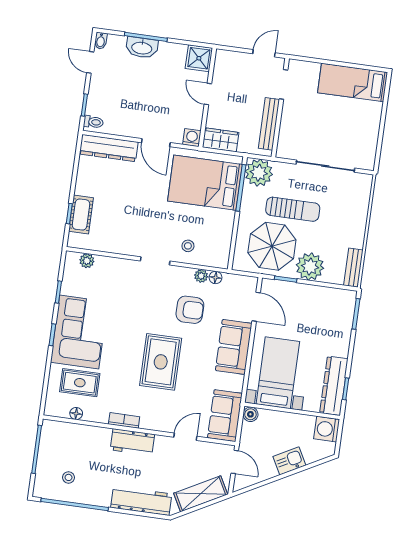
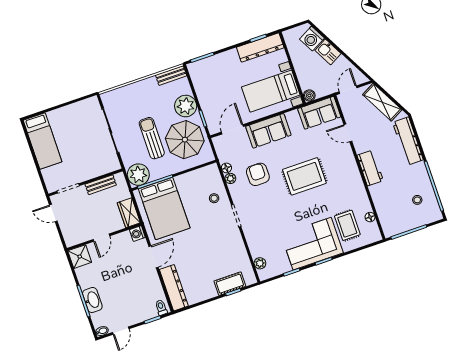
bench: (269, 124) -> (101, 185), width x0.73
bookcase: (124, 420) -> (358, 181), removed
washing machine: (327, 429) -> (312, 39), moved, turned 62

